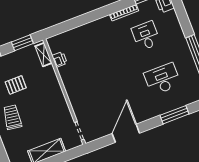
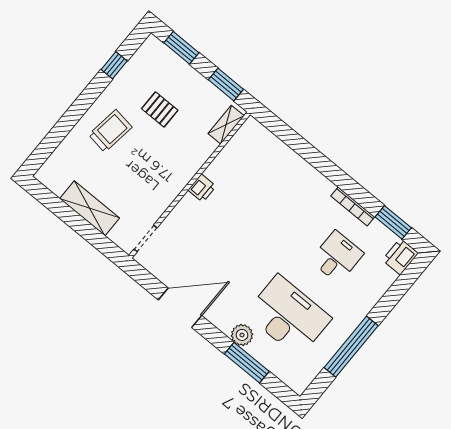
printer: (59, 59) -> (202, 188), moved
desk: (162, 79) -> (288, 316), width x1.36, depth x1.30
plant: (159, 109) -> (242, 335), added

